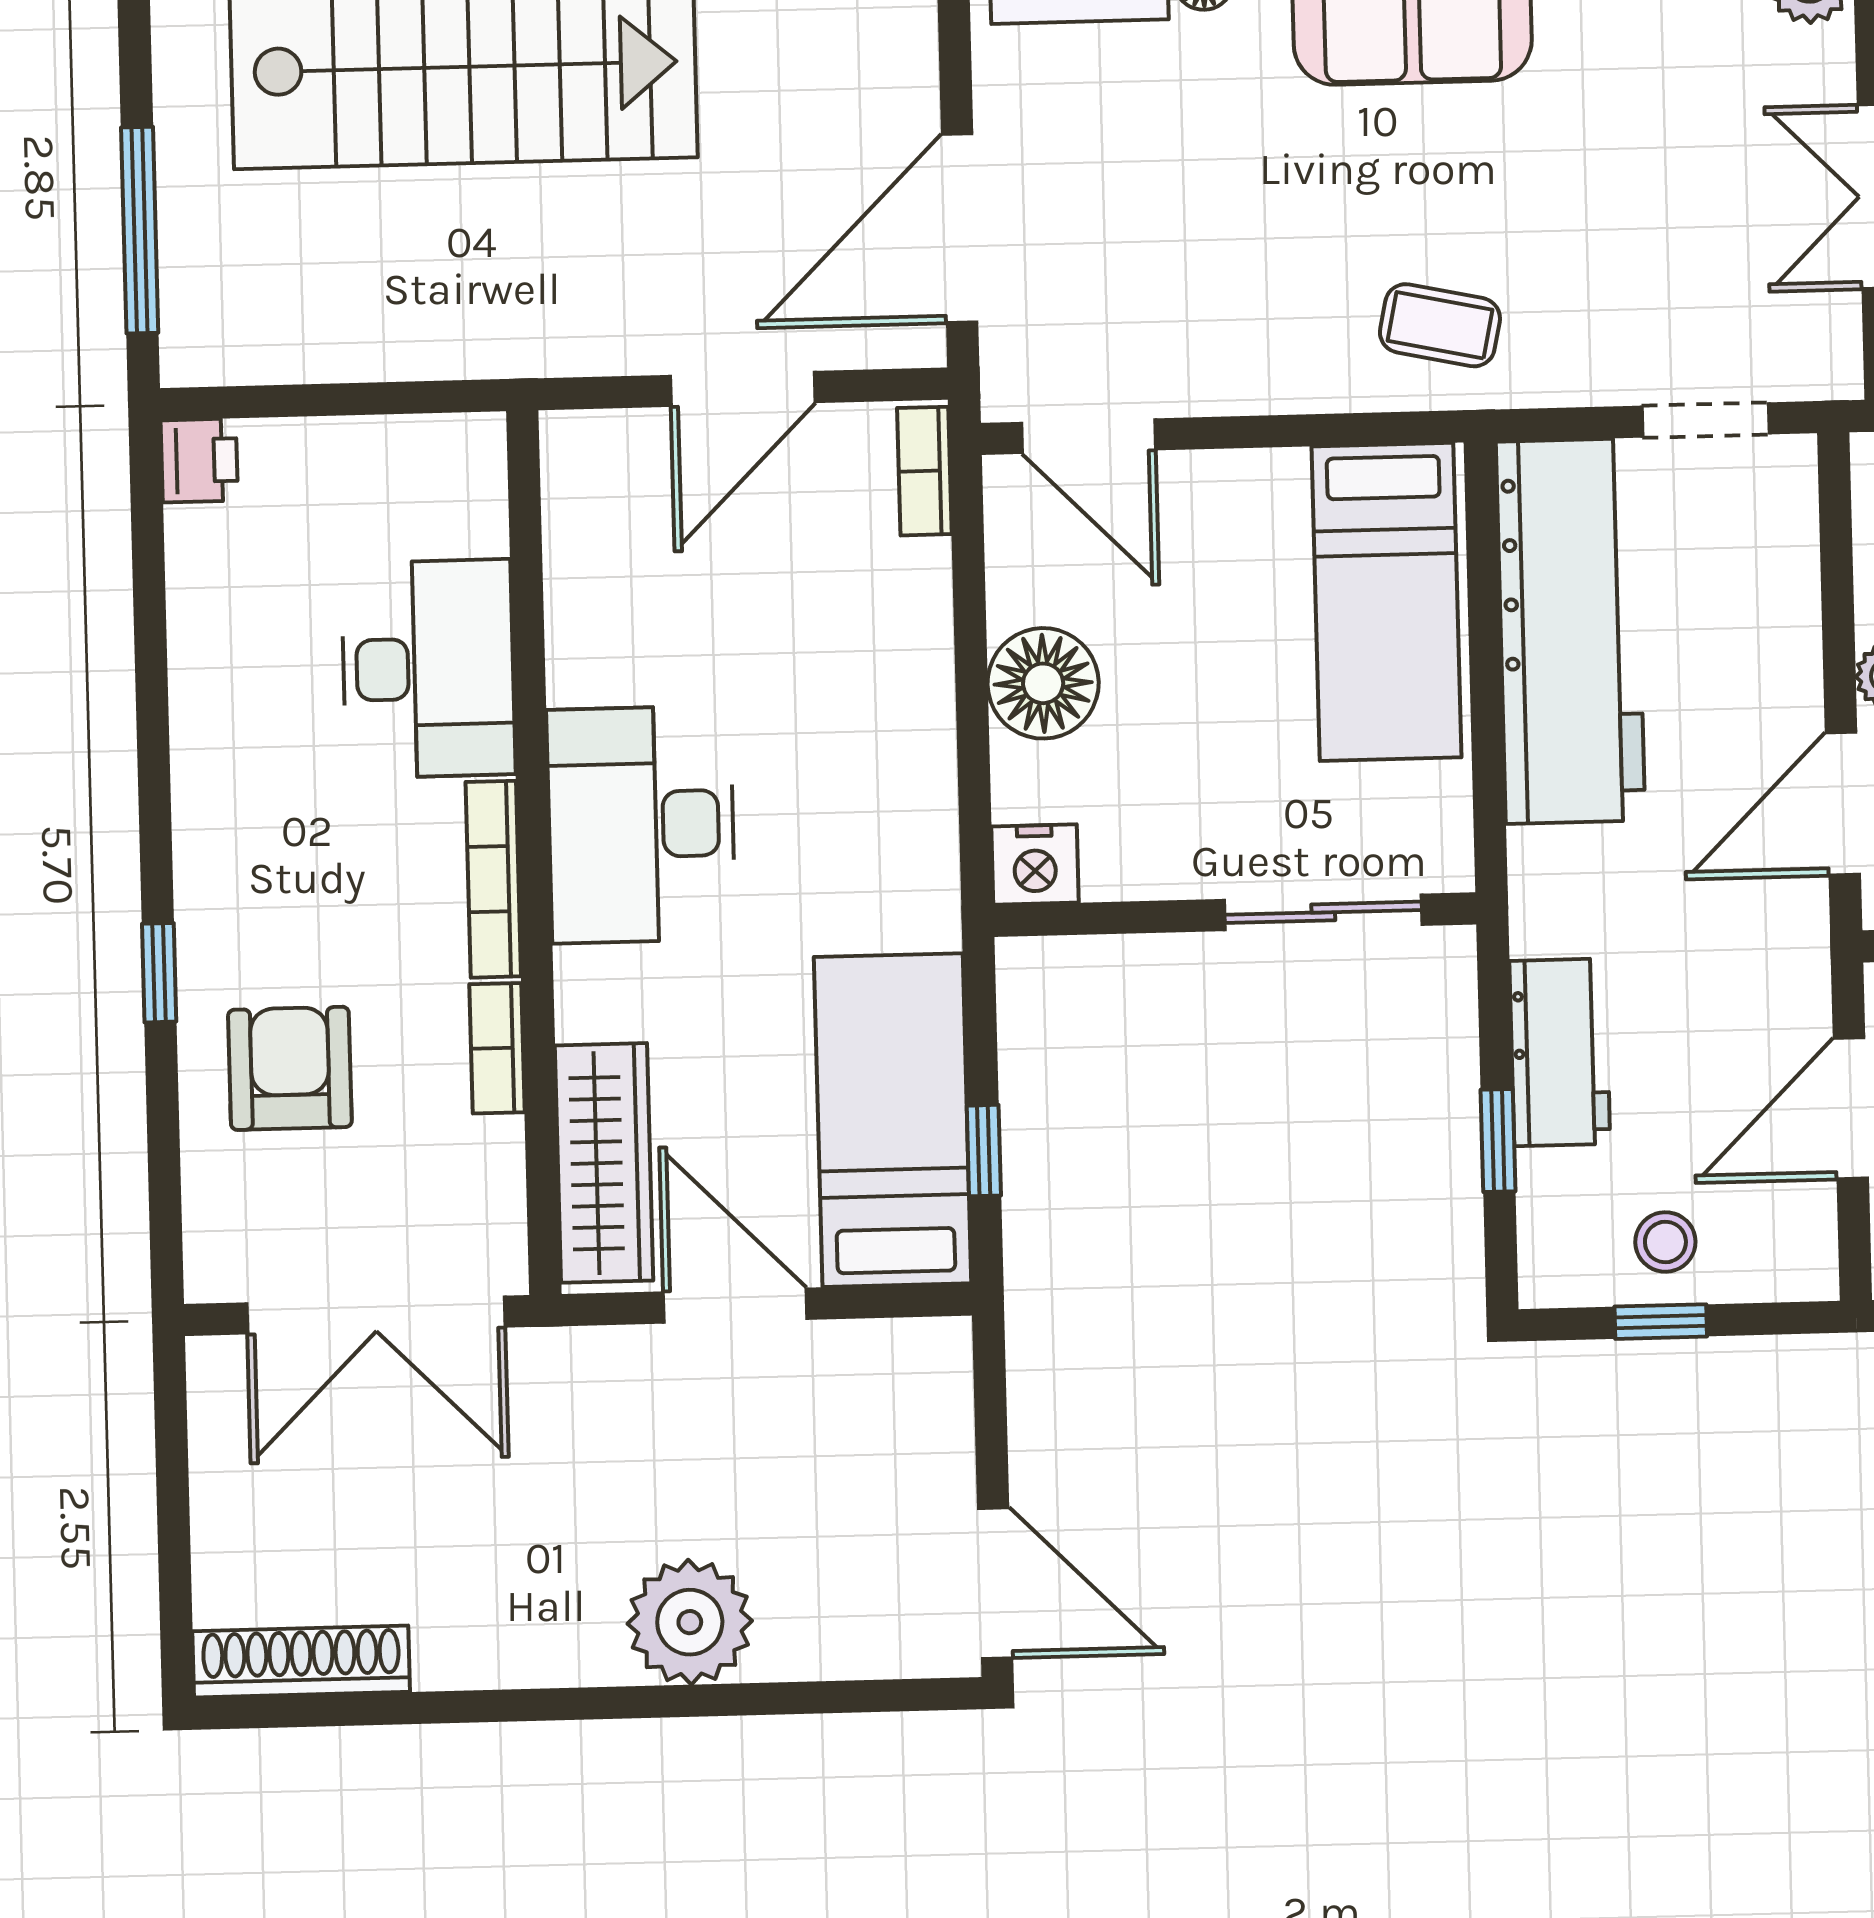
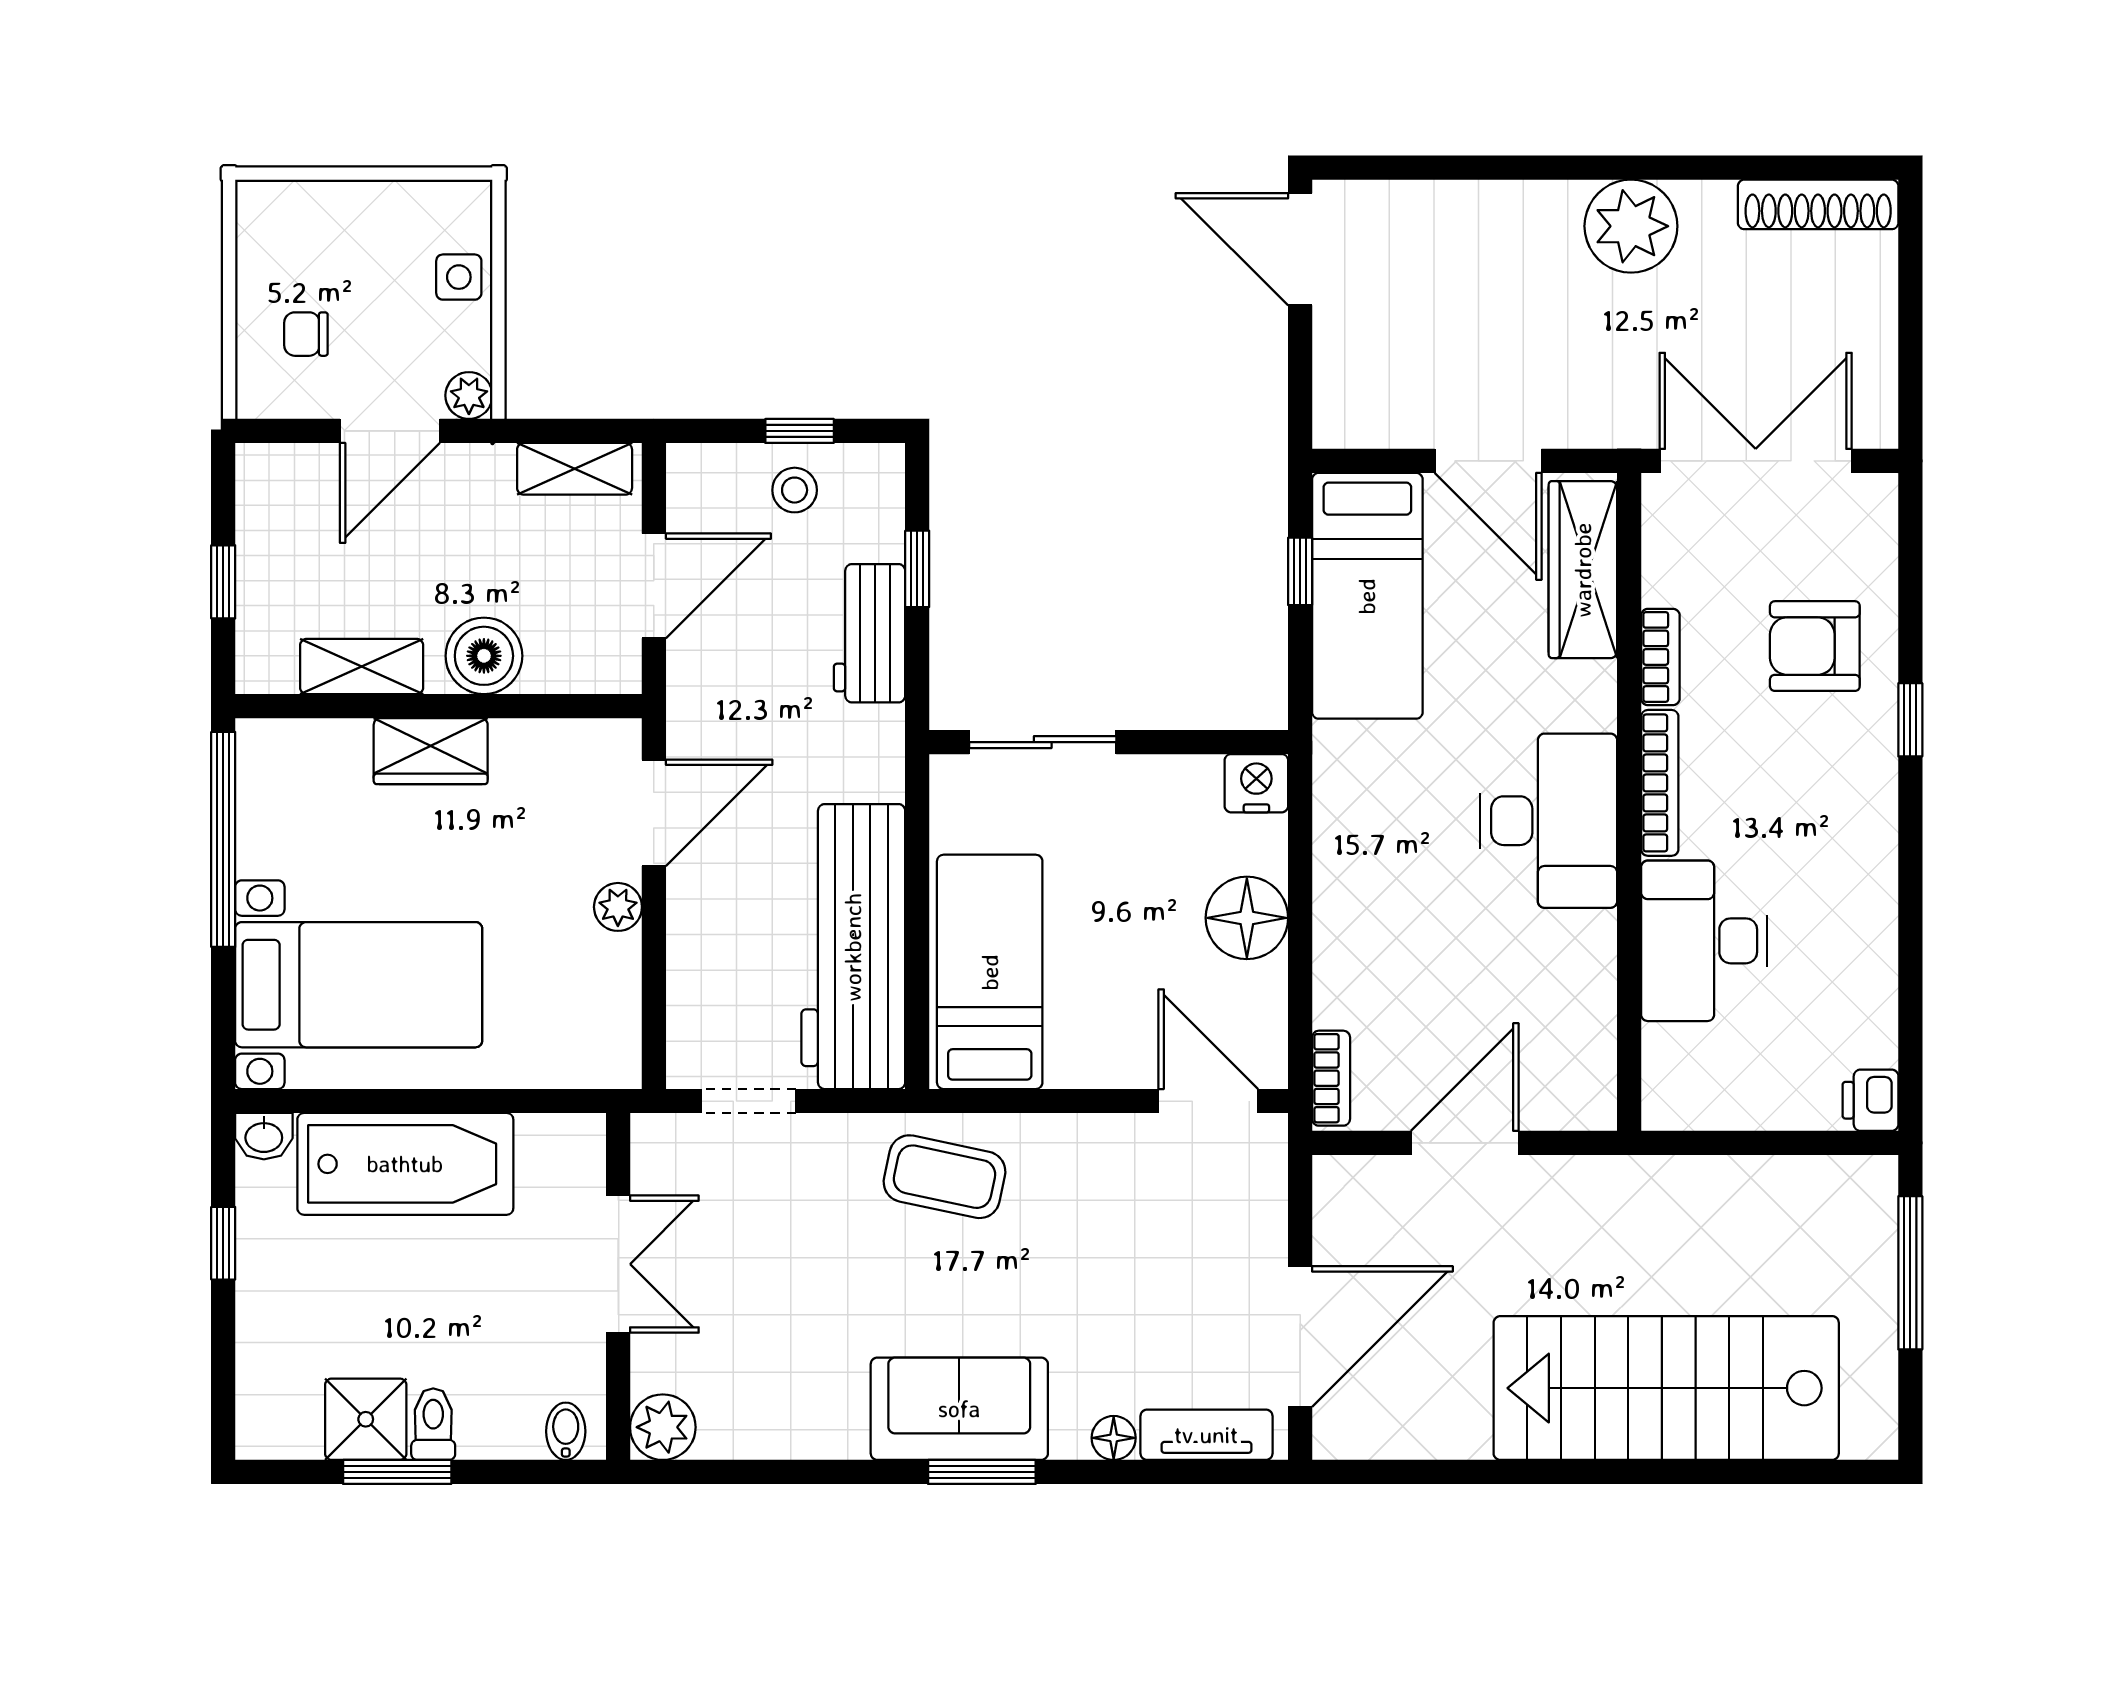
door: (960, 228) -> (1300, 1337), moved
coffee table: (1440, 325) -> (945, 1177), width x1.36, depth x1.30
armchair: (290, 1068) -> (1815, 646), turned 90
plant: (690, 1622) -> (1631, 226), moved

